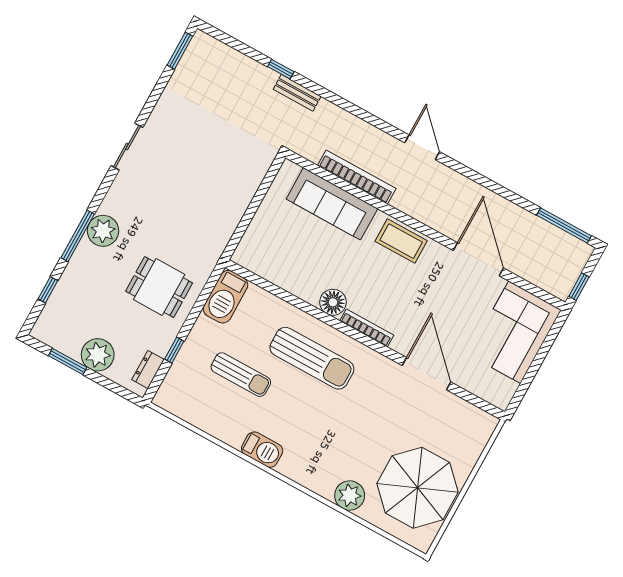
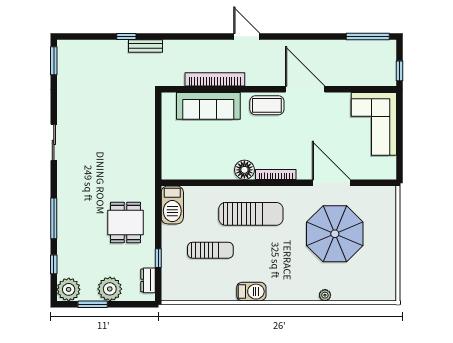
plant: (103, 231) -> (69, 289), moved
door: (478, 259) -> (305, 89), moved
dining table: (159, 287) -> (125, 223), turned 90
parasol: (417, 488) -> (335, 234), moved
plant: (350, 496) -> (325, 295), width x0.53, depth x0.53

